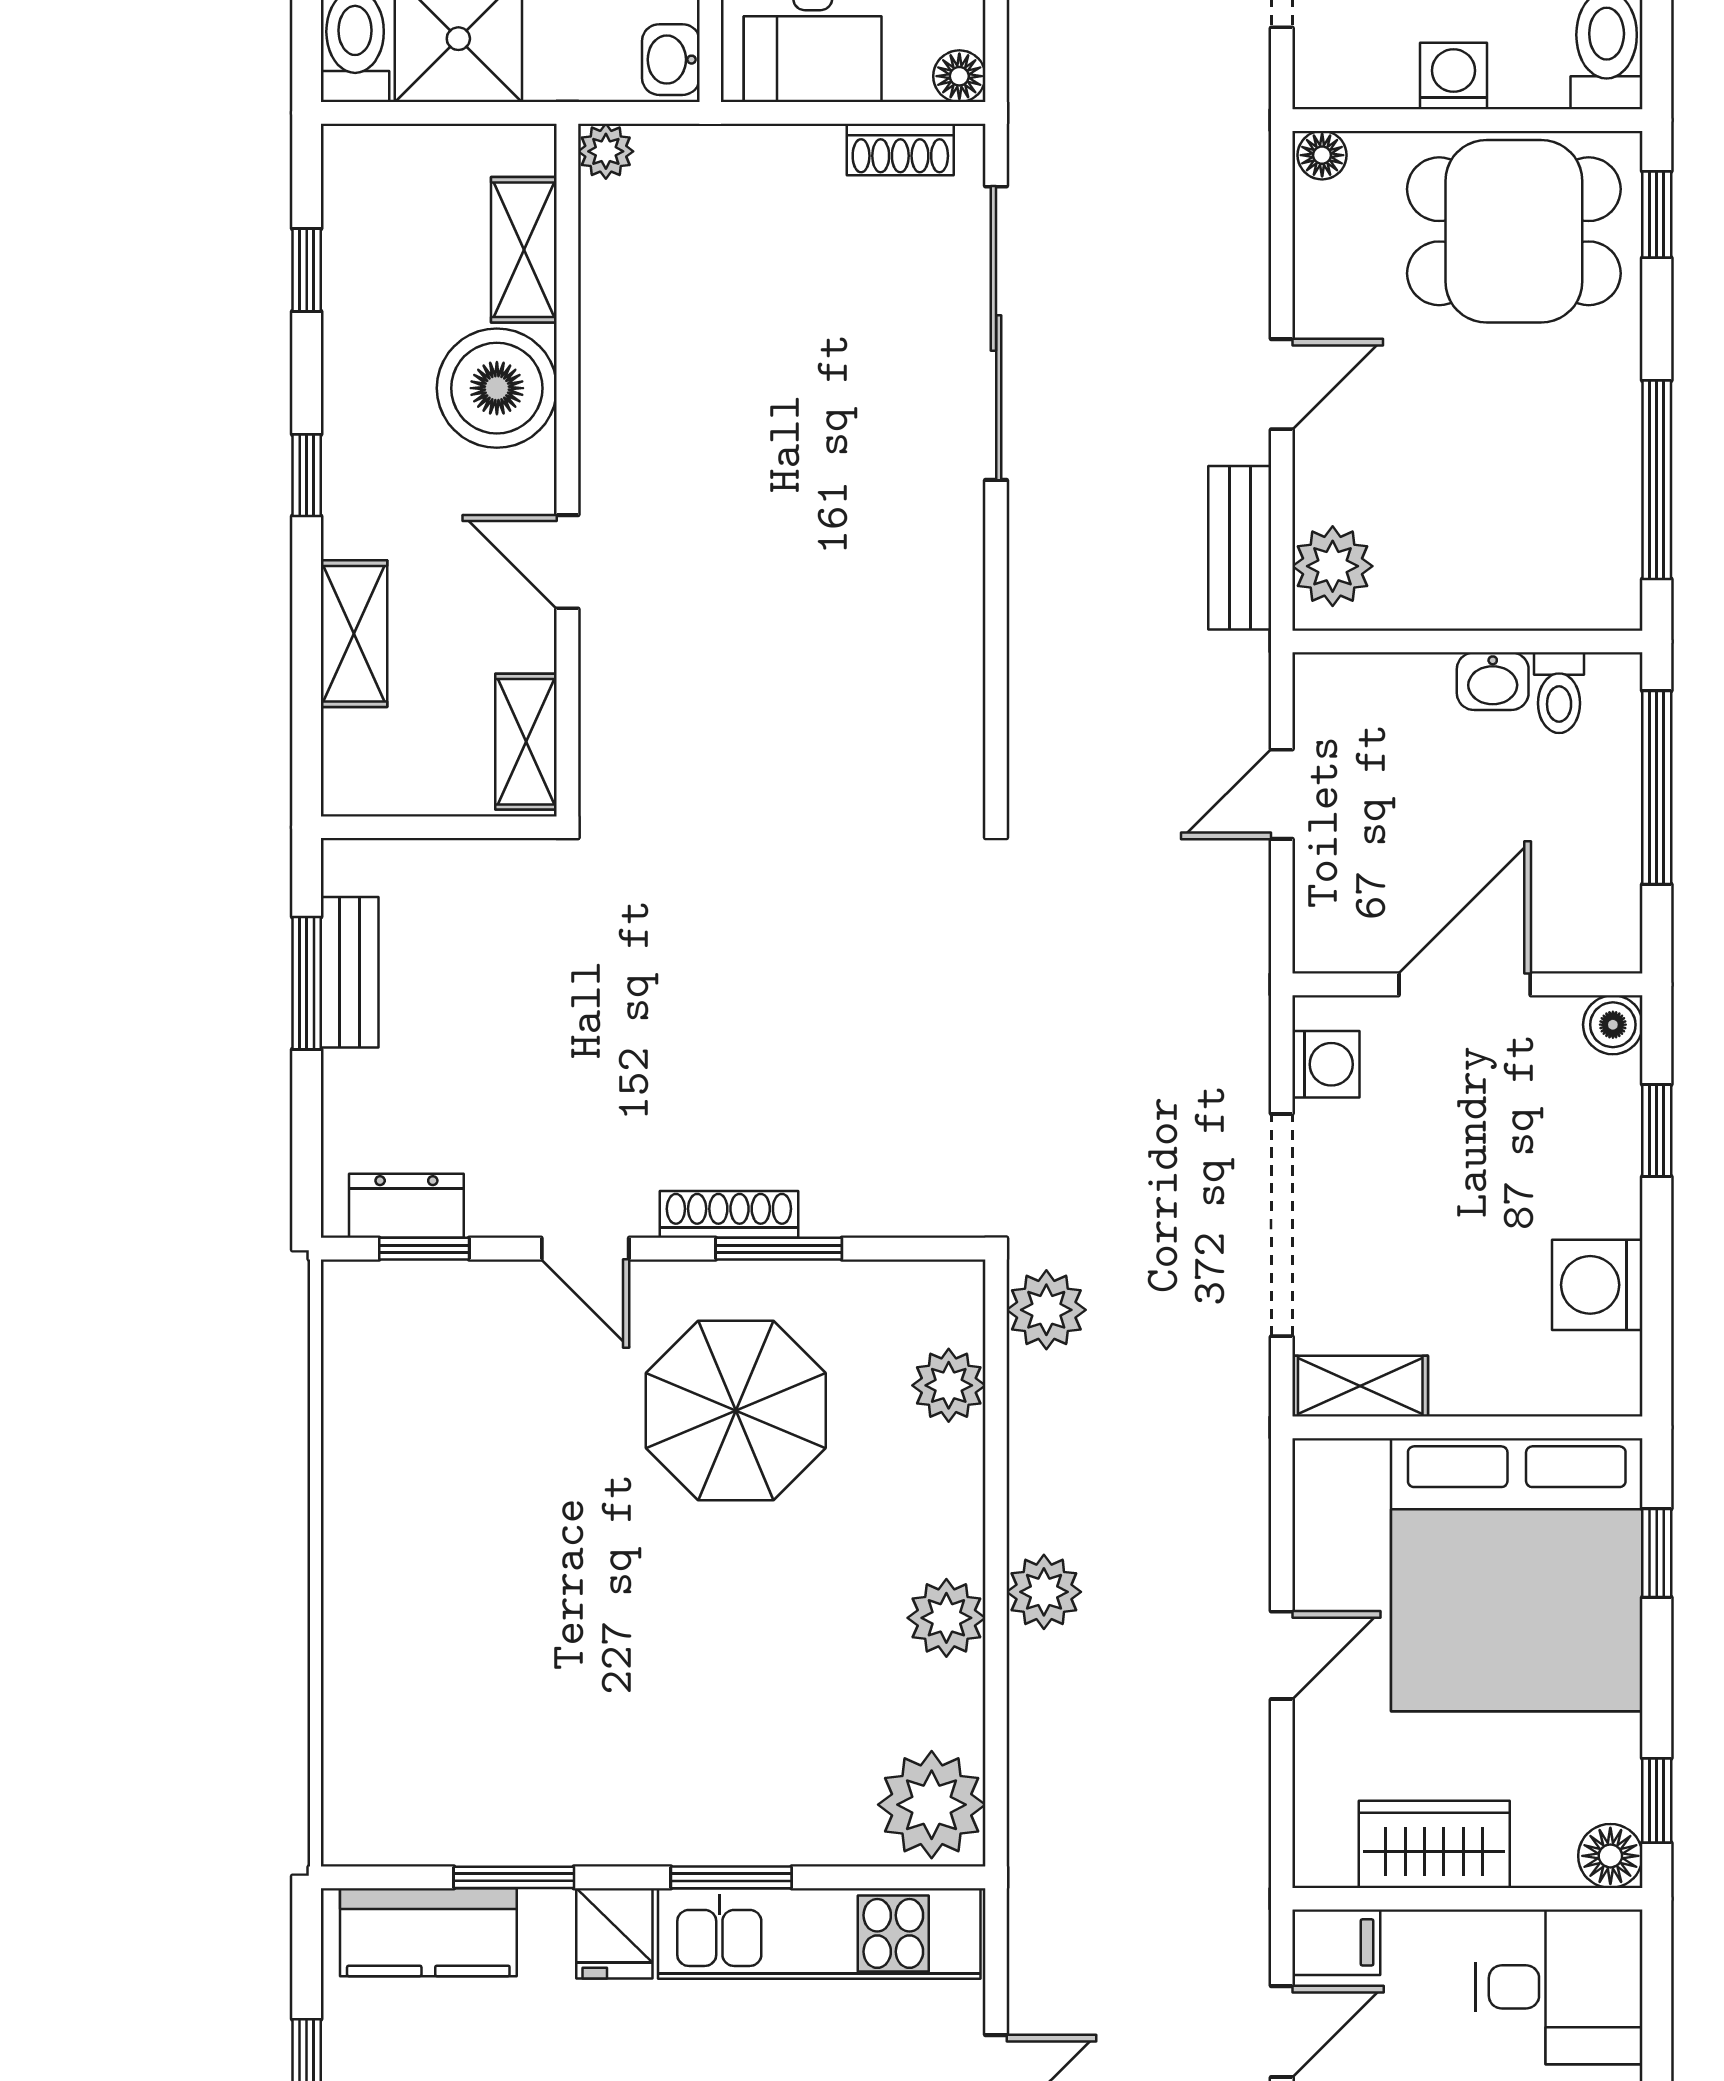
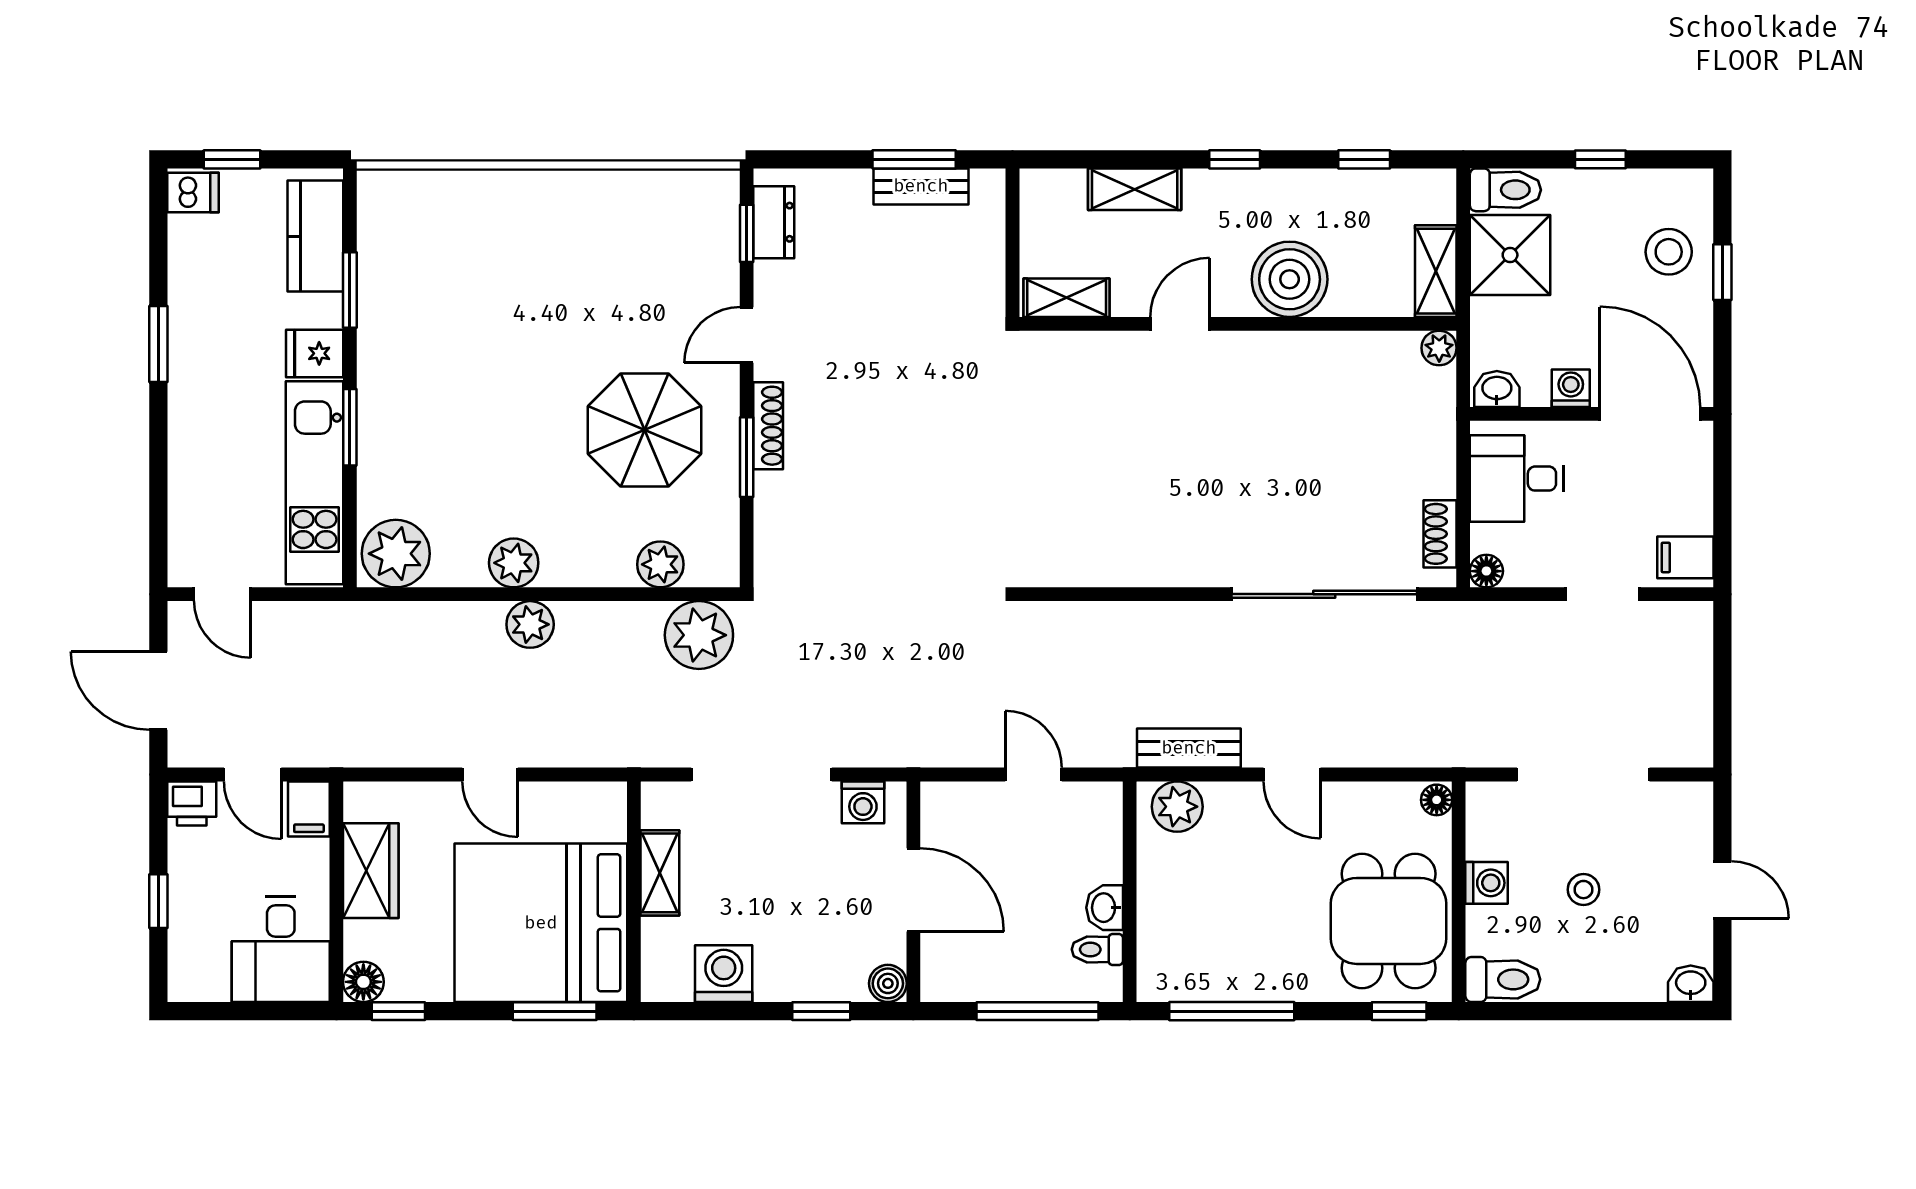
shelving: (524, 250) -> (1436, 271), moved, turned 90
plant: (1046, 1310) -> (699, 635), width x1.36, depth x1.36
shelving: (1360, 1386) -> (660, 873), moved
window: (1657, 1553) -> (555, 1011), width x1.50

